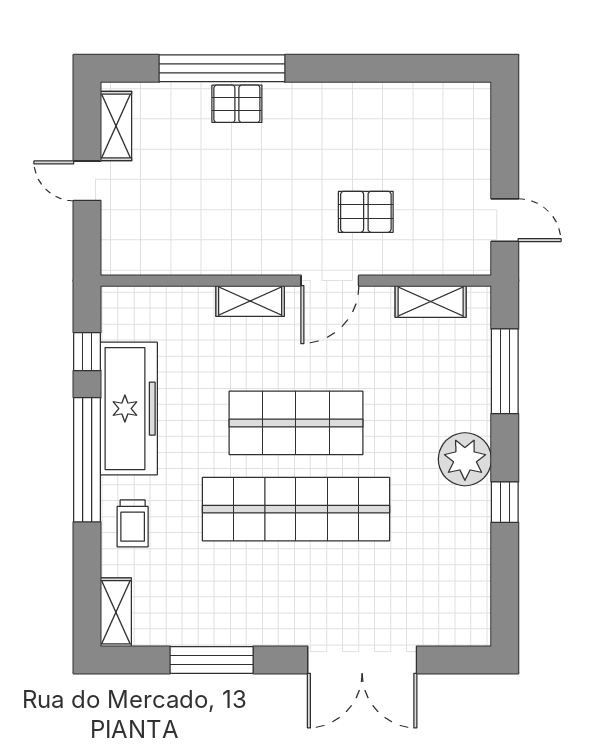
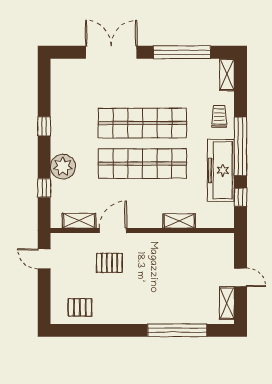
pallet: (237, 104) -> (80, 307), moved
door: (330, 281) -> (113, 231), moved
shelving: (250, 301) -> (179, 221), moved
window: (505, 371) -> (44, 188), width x0.46
shop shelf: (296, 423) -> (142, 164), width x1.40
plant: (465, 459) -> (63, 167), moved
window: (212, 660) -> (182, 52), width x1.46

